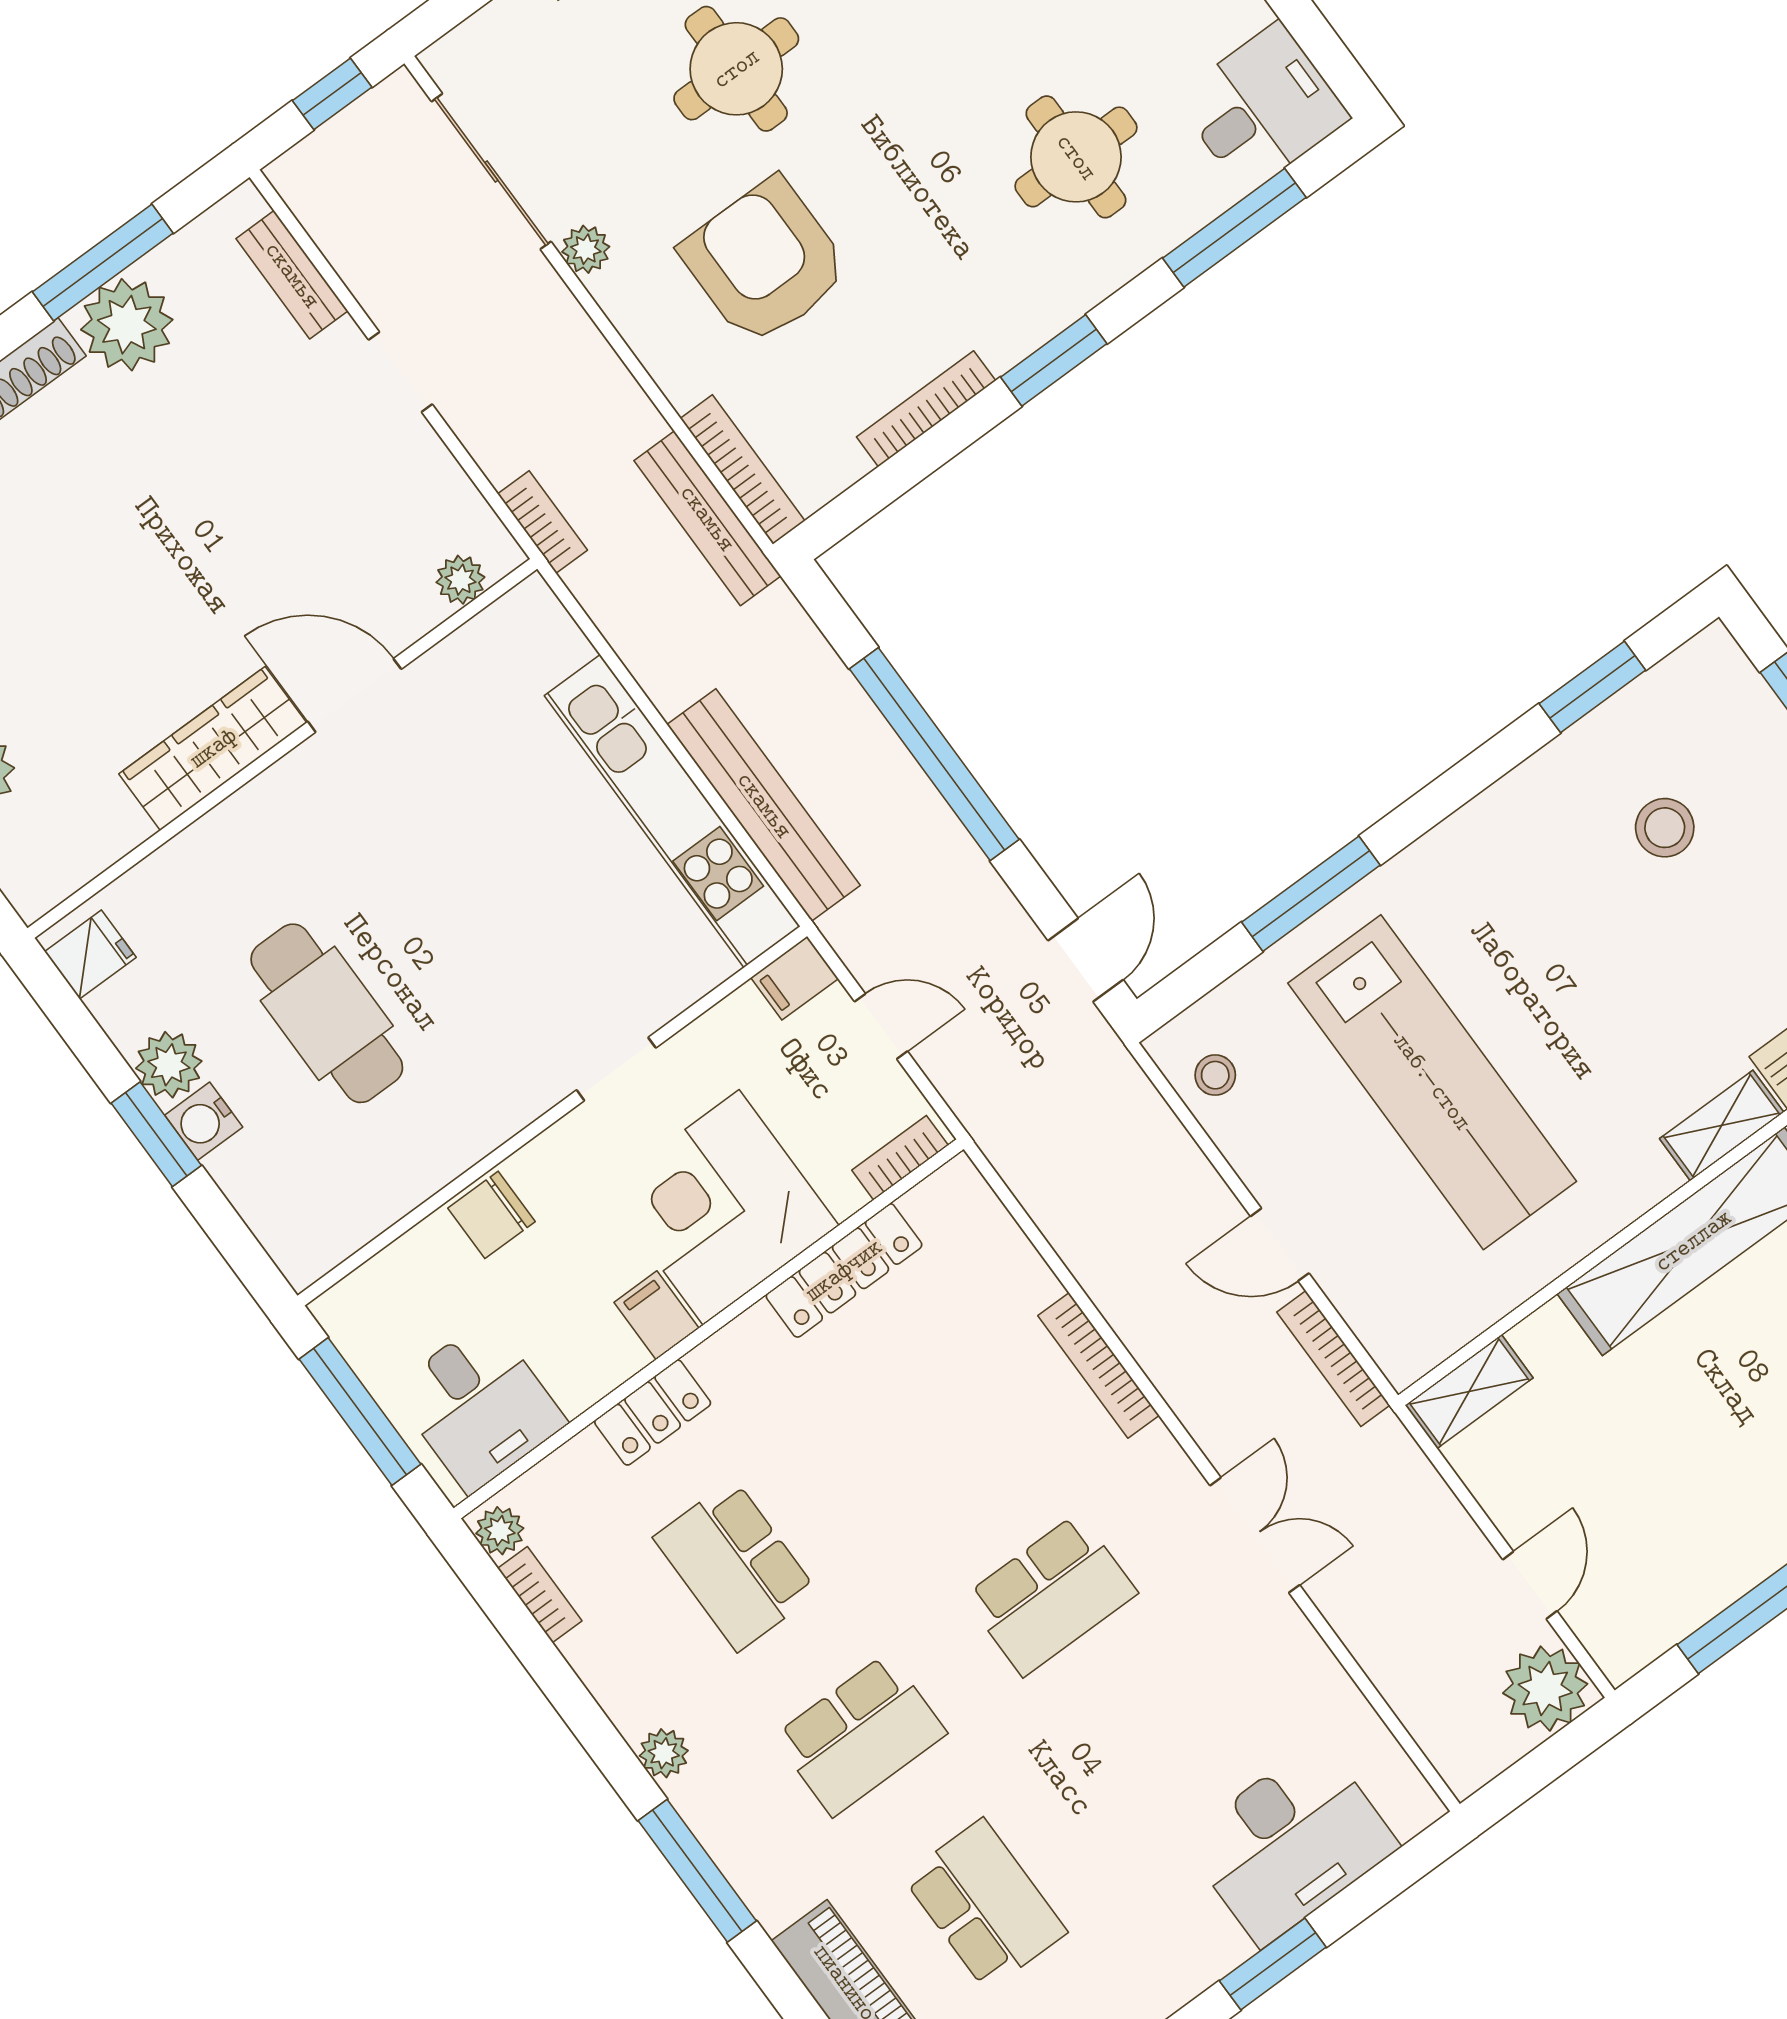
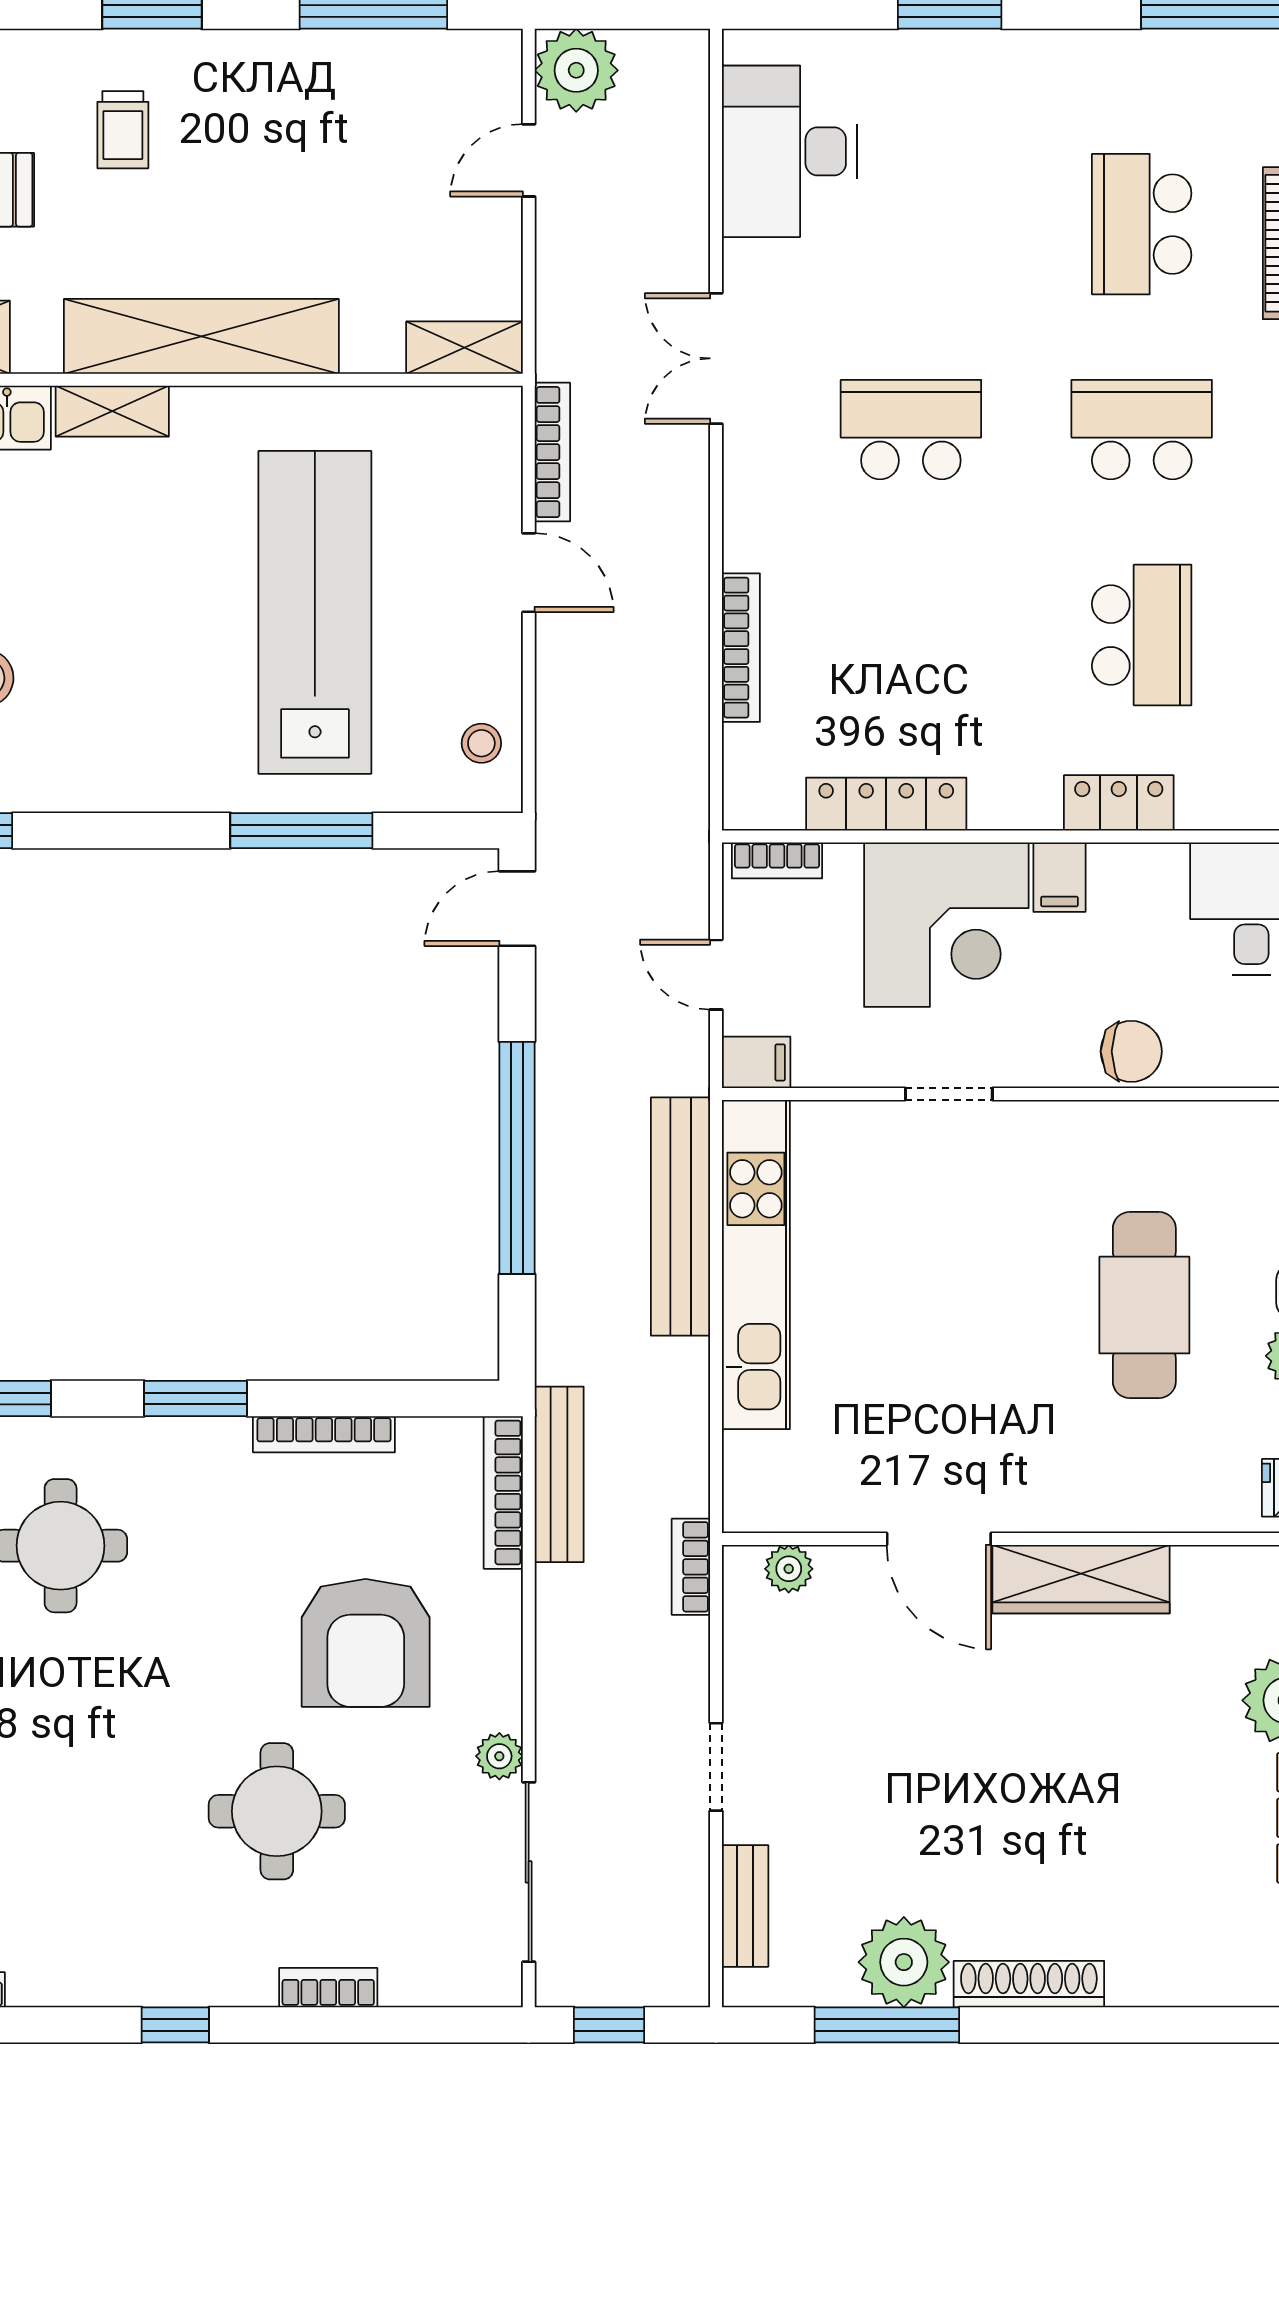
bookcase: (1099, 1365) -> (741, 648), moved
desk: (1290, 1843) -> (789, 151), moved, turned -90

